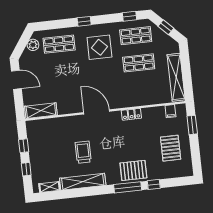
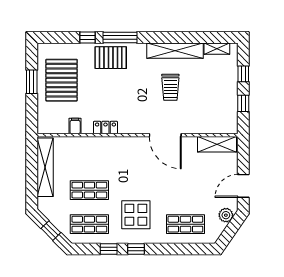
window: (130, 16) -> (109, 249), moved
window: (84, 21) -> (136, 249), moved
plant: (33, 45) -> (226, 215), moved
door: (16, 80) -> (243, 186), hinge flipped
filing cabinet: (170, 111) -> (75, 126), moved
door: (97, 112) -> (165, 135), moved
window: (192, 125) -> (32, 82), moved
pallet: (171, 148) -> (62, 80), width x1.37, depth x1.41

